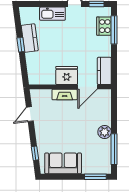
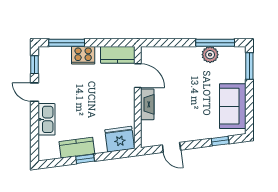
cooker: (104, 26) -> (83, 55), moved
fridge: (67, 75) -> (120, 139), moved, turned 83
plant: (105, 132) -> (210, 55), moved

